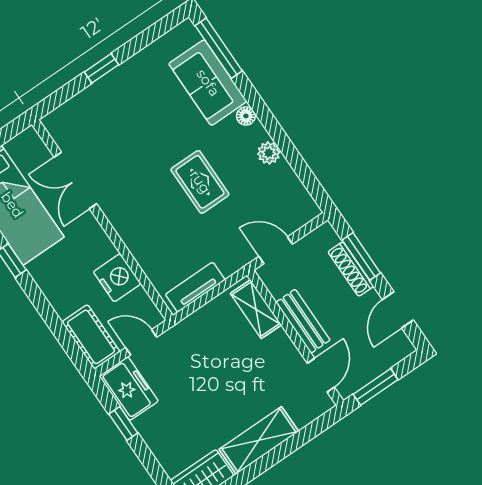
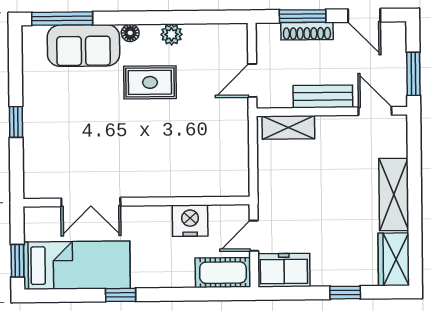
rug: (200, 182) -> (150, 82), moved
tv unit: (195, 287) -> (239, 164), removed
window: (123, 424) -> (345, 293), moved

